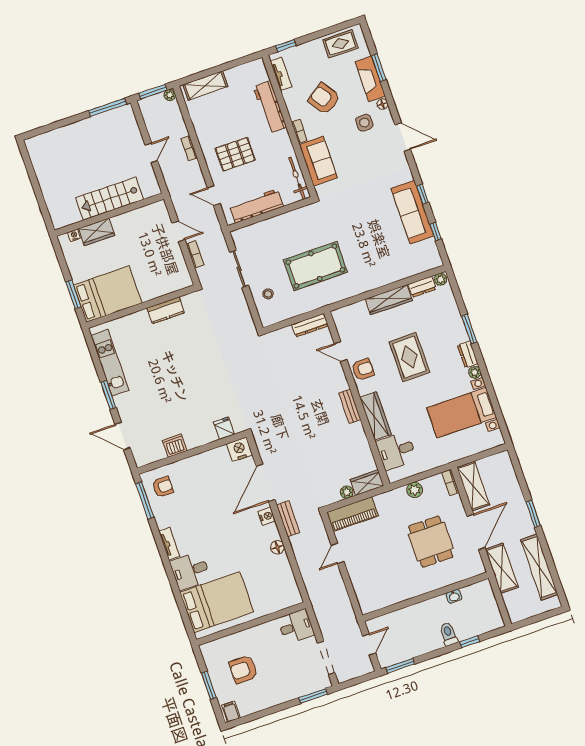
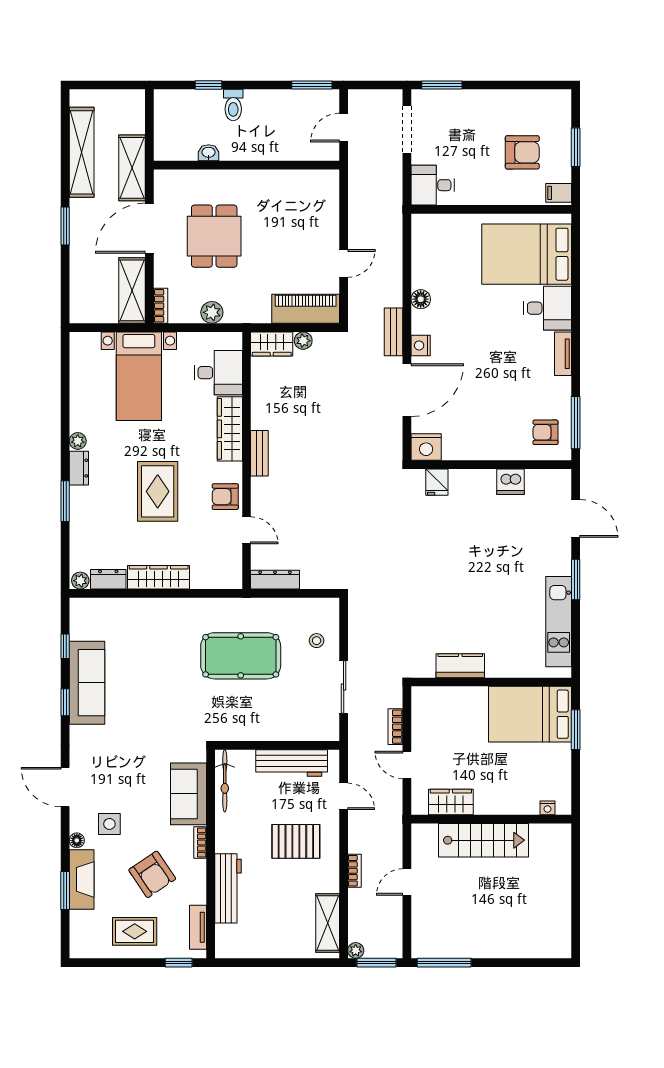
rug: (340, 44) -> (135, 931), moved
shelving: (205, 86) -> (328, 923), moved, turned 90
wardrobe: (97, 232) -> (451, 802), moved
bed with nightstands: (462, 413) -> (139, 376), moved, turned 90
filing cabinet: (231, 712) -> (559, 193), moved, turned 90

